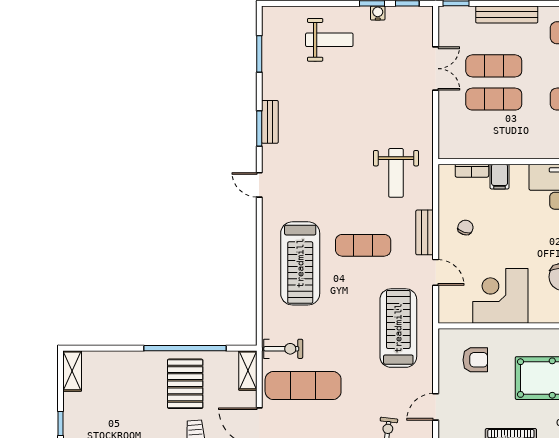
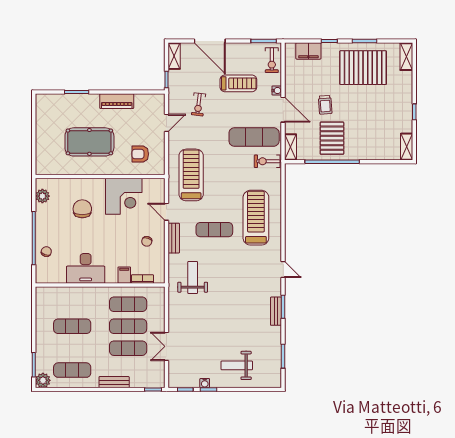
bench: (507, 14) -> (114, 382), width x0.73
exercise mat: (494, 132) -> (128, 304), added
treadmill: (398, 328) -> (191, 175), turned 180

